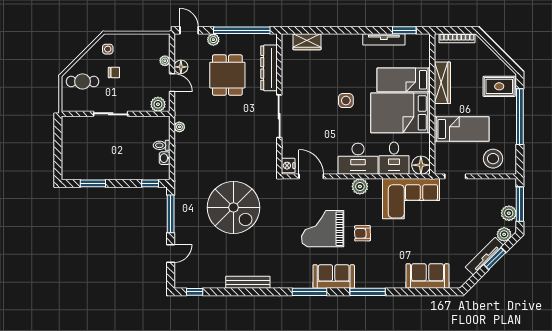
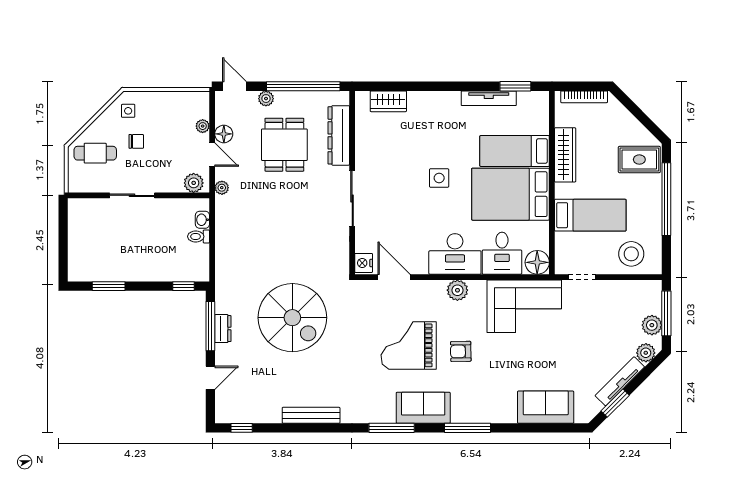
plant: (179, 127) -> (222, 188), moved
washbasin: (165, 158) -> (202, 220), moved
dresser: (180, 216) -> (223, 329), added
window: (495, 259) -> (615, 403), moved

